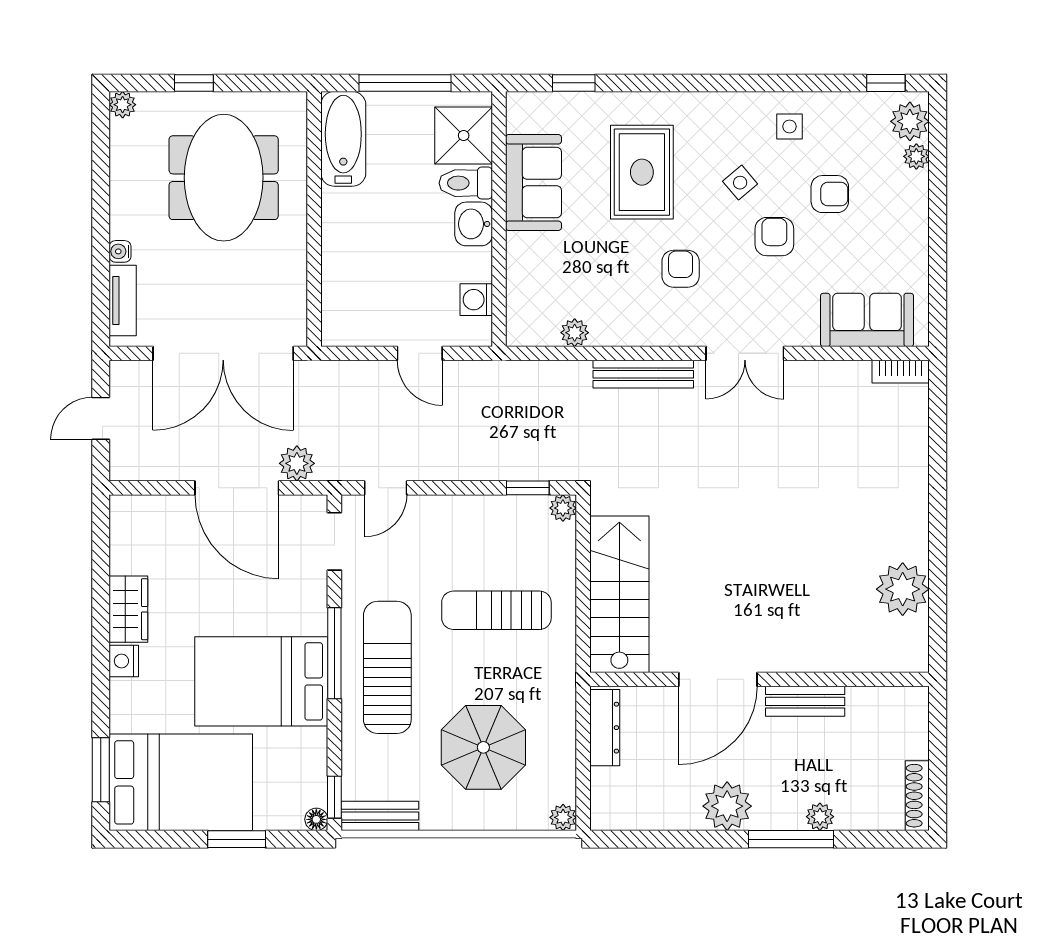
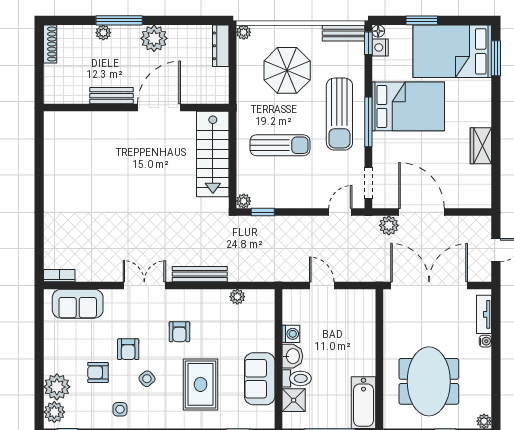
shower: (464, 136) -> (294, 400), width x0.73, depth x0.73
plant: (916, 156) -> (57, 387), width x1.88, depth x1.88
washing machine: (476, 300) -> (291, 334), moved
plant: (903, 589) -> (58, 157), removed
nightstand: (124, 661) -> (380, 47), moved, turned 180
dresser: (605, 728) -> (221, 46), moved

